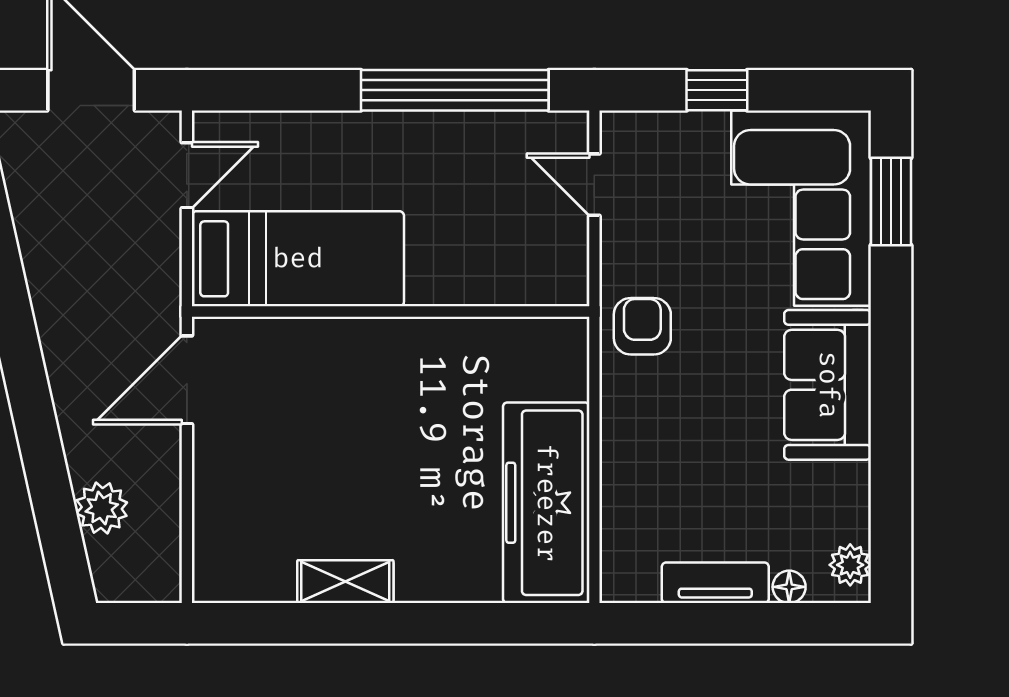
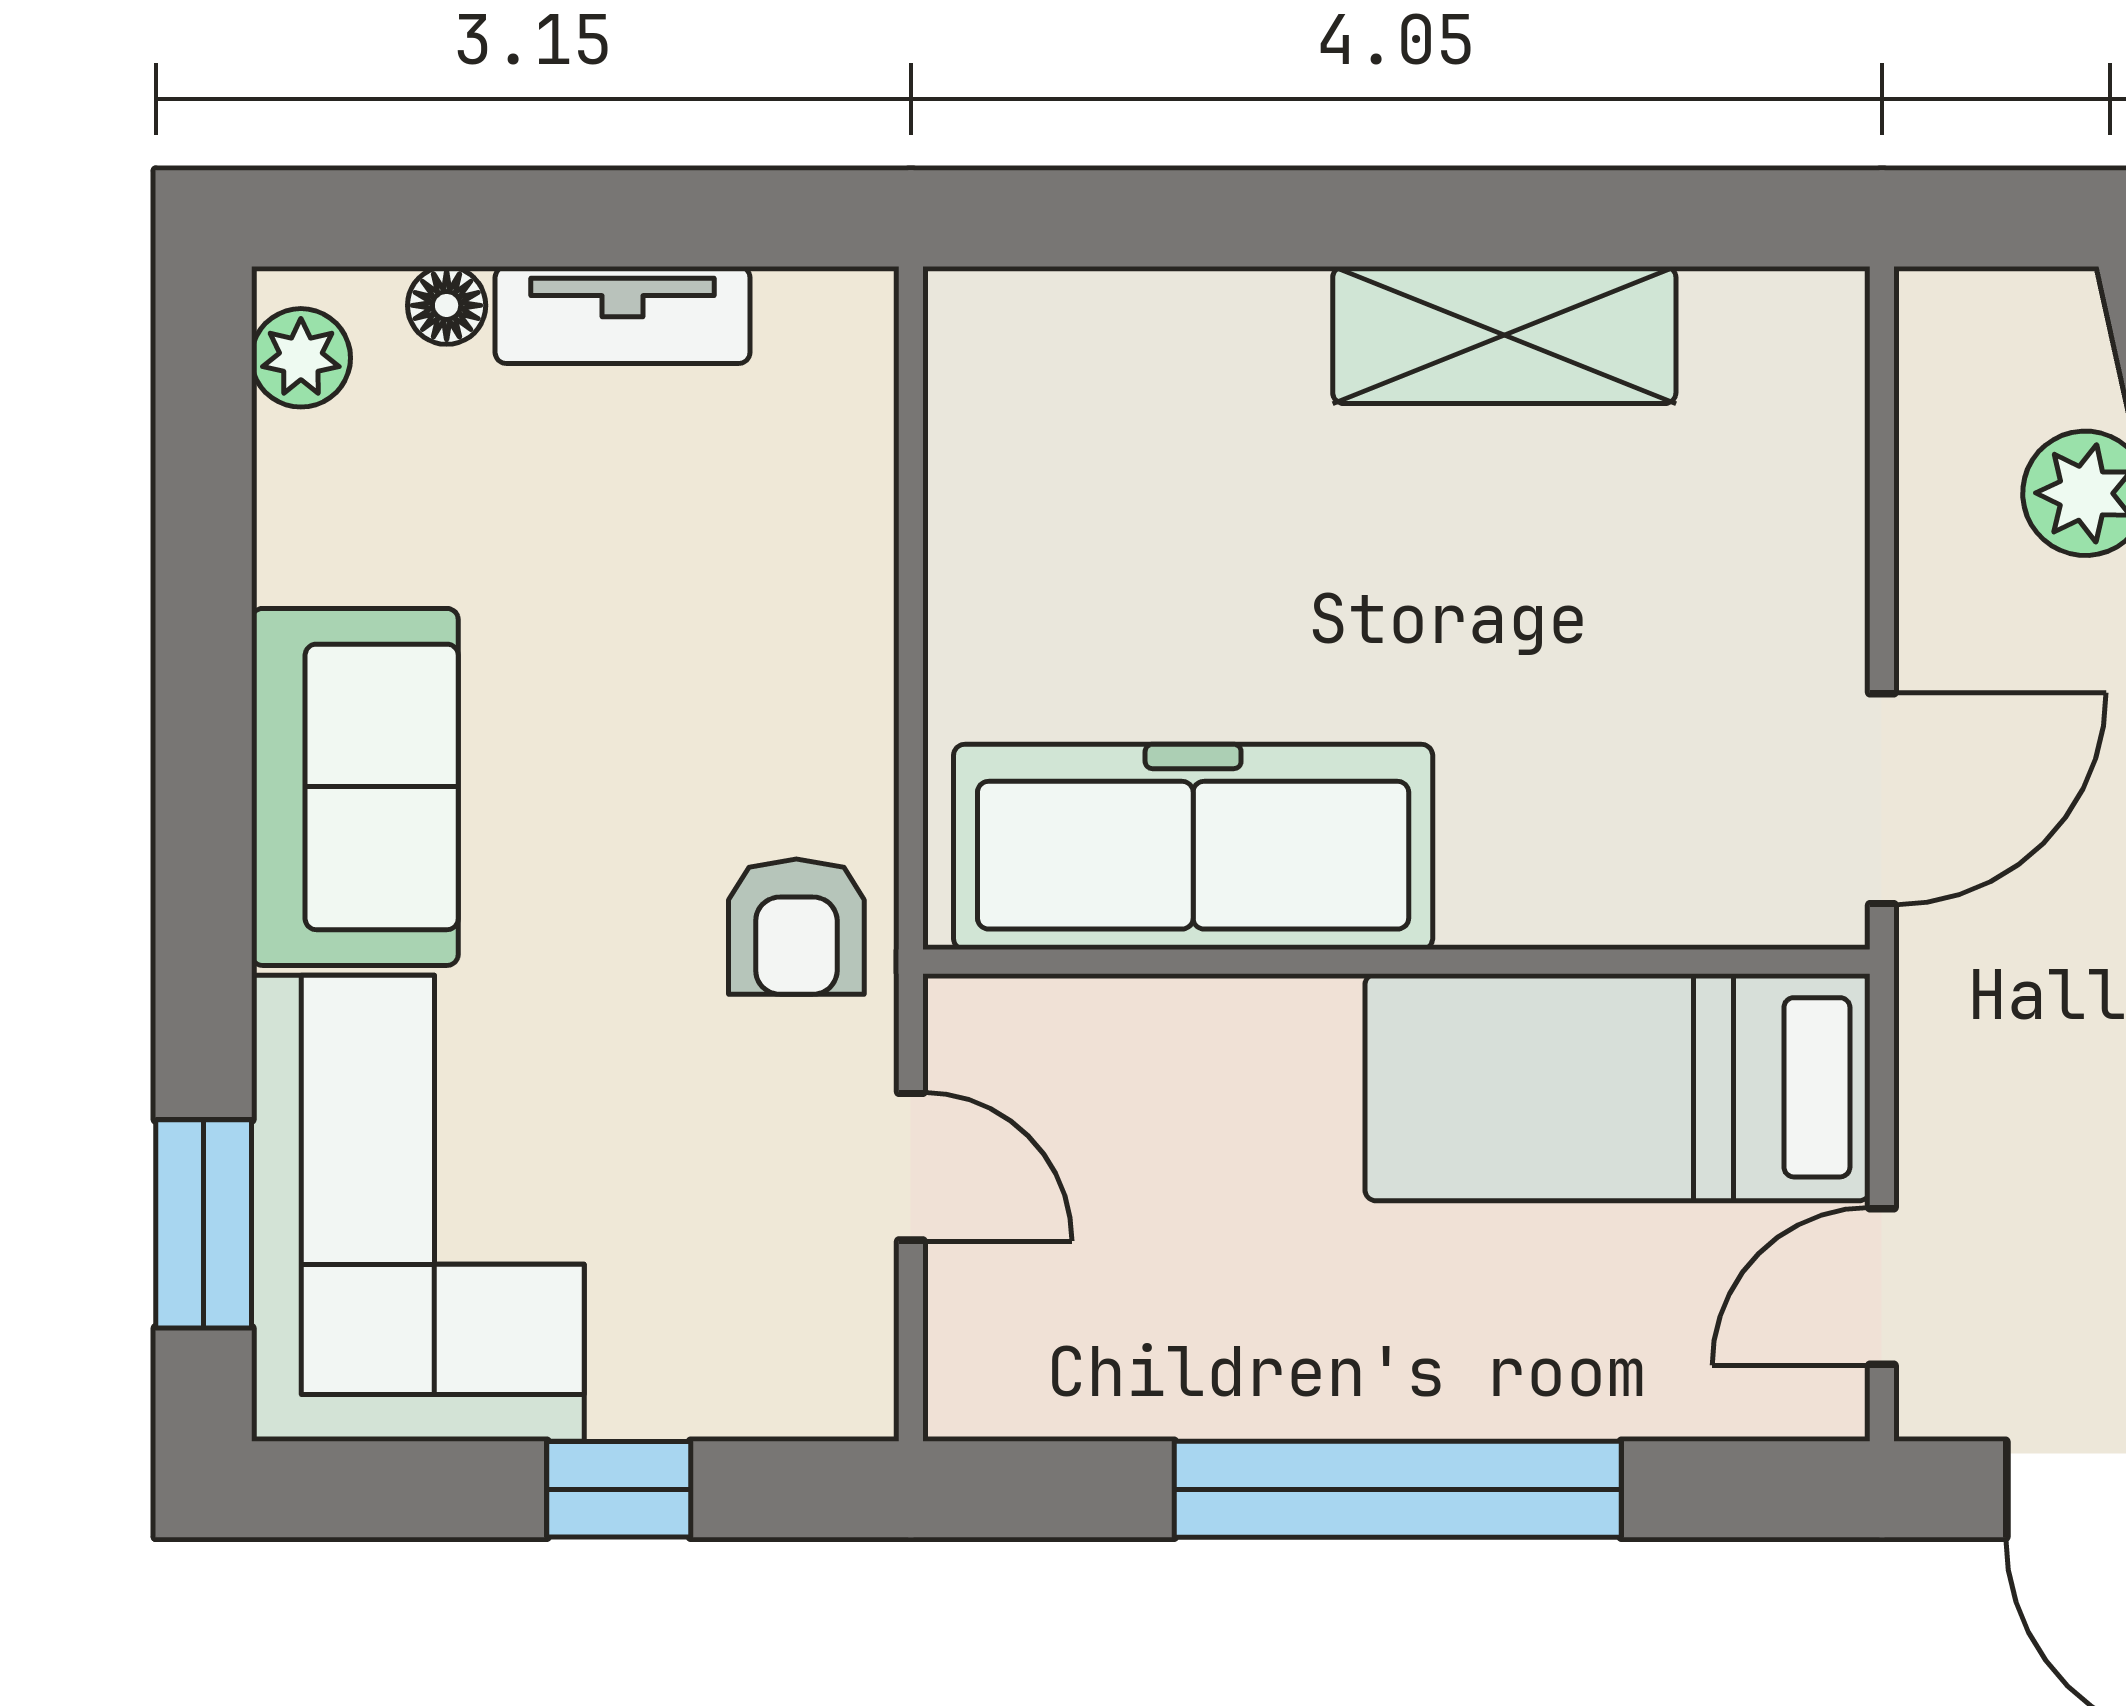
window: (455, 90) -> (1398, 1489), moved
door: (594, 185) -> (911, 1167), moved
freezer: (546, 503) -> (1193, 847), moved, turned -90
shelving: (345, 582) -> (1504, 335), width x1.50, depth x1.33

